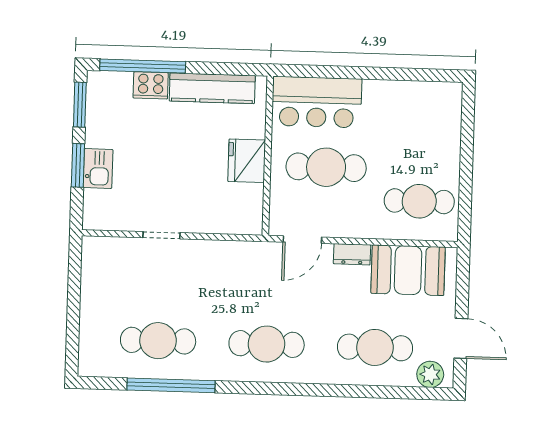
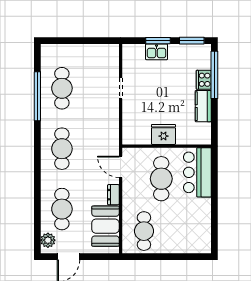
kitchen counter: (212, 88) -> (203, 106), width x0.67

